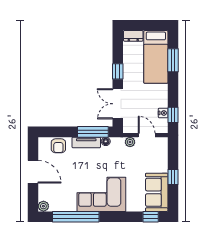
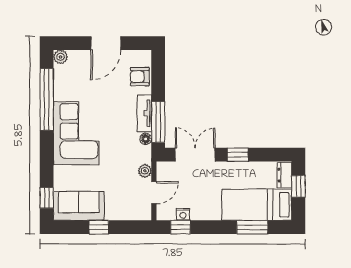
window: (142, 25) -> (298, 186), added

